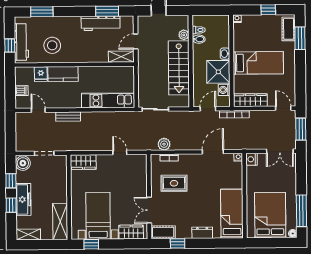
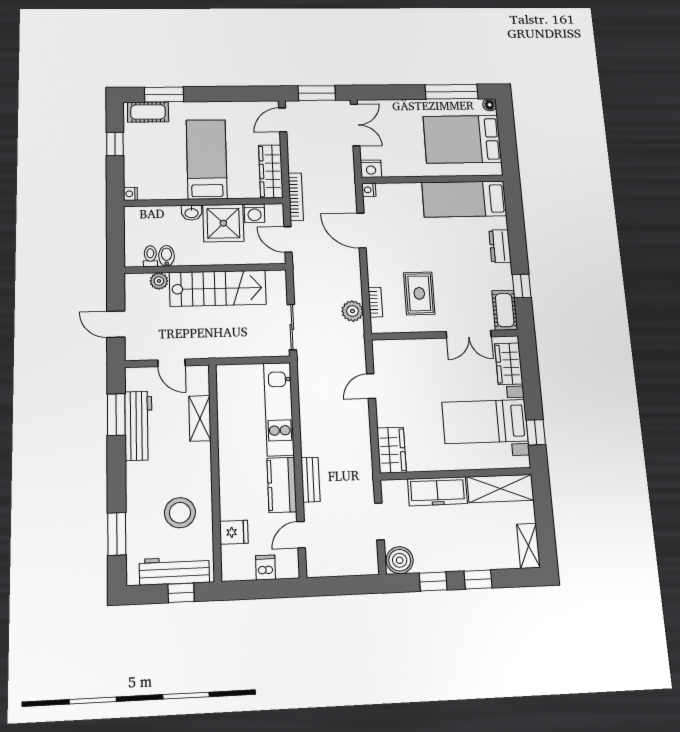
shelving: (121, 57) -> (200, 418), moved
kitchen counter: (63, 74) -> (282, 485), moved, turned 180
freezer: (23, 199) -> (437, 491), moved, turned 180

